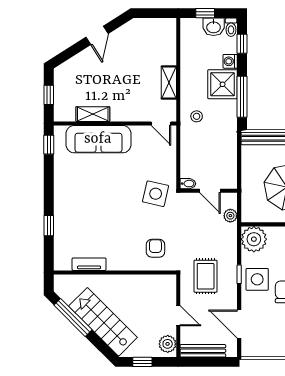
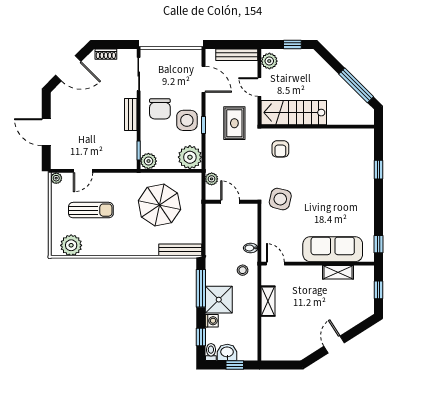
bidet: (188, 184) -> (251, 248), moved
tv unit: (89, 264) -> (341, 134), removed
stairs: (103, 322) -> (294, 113), moved, turned 135

